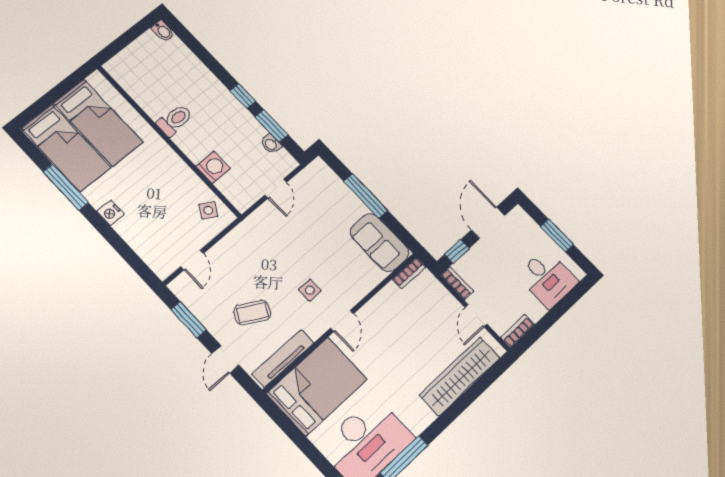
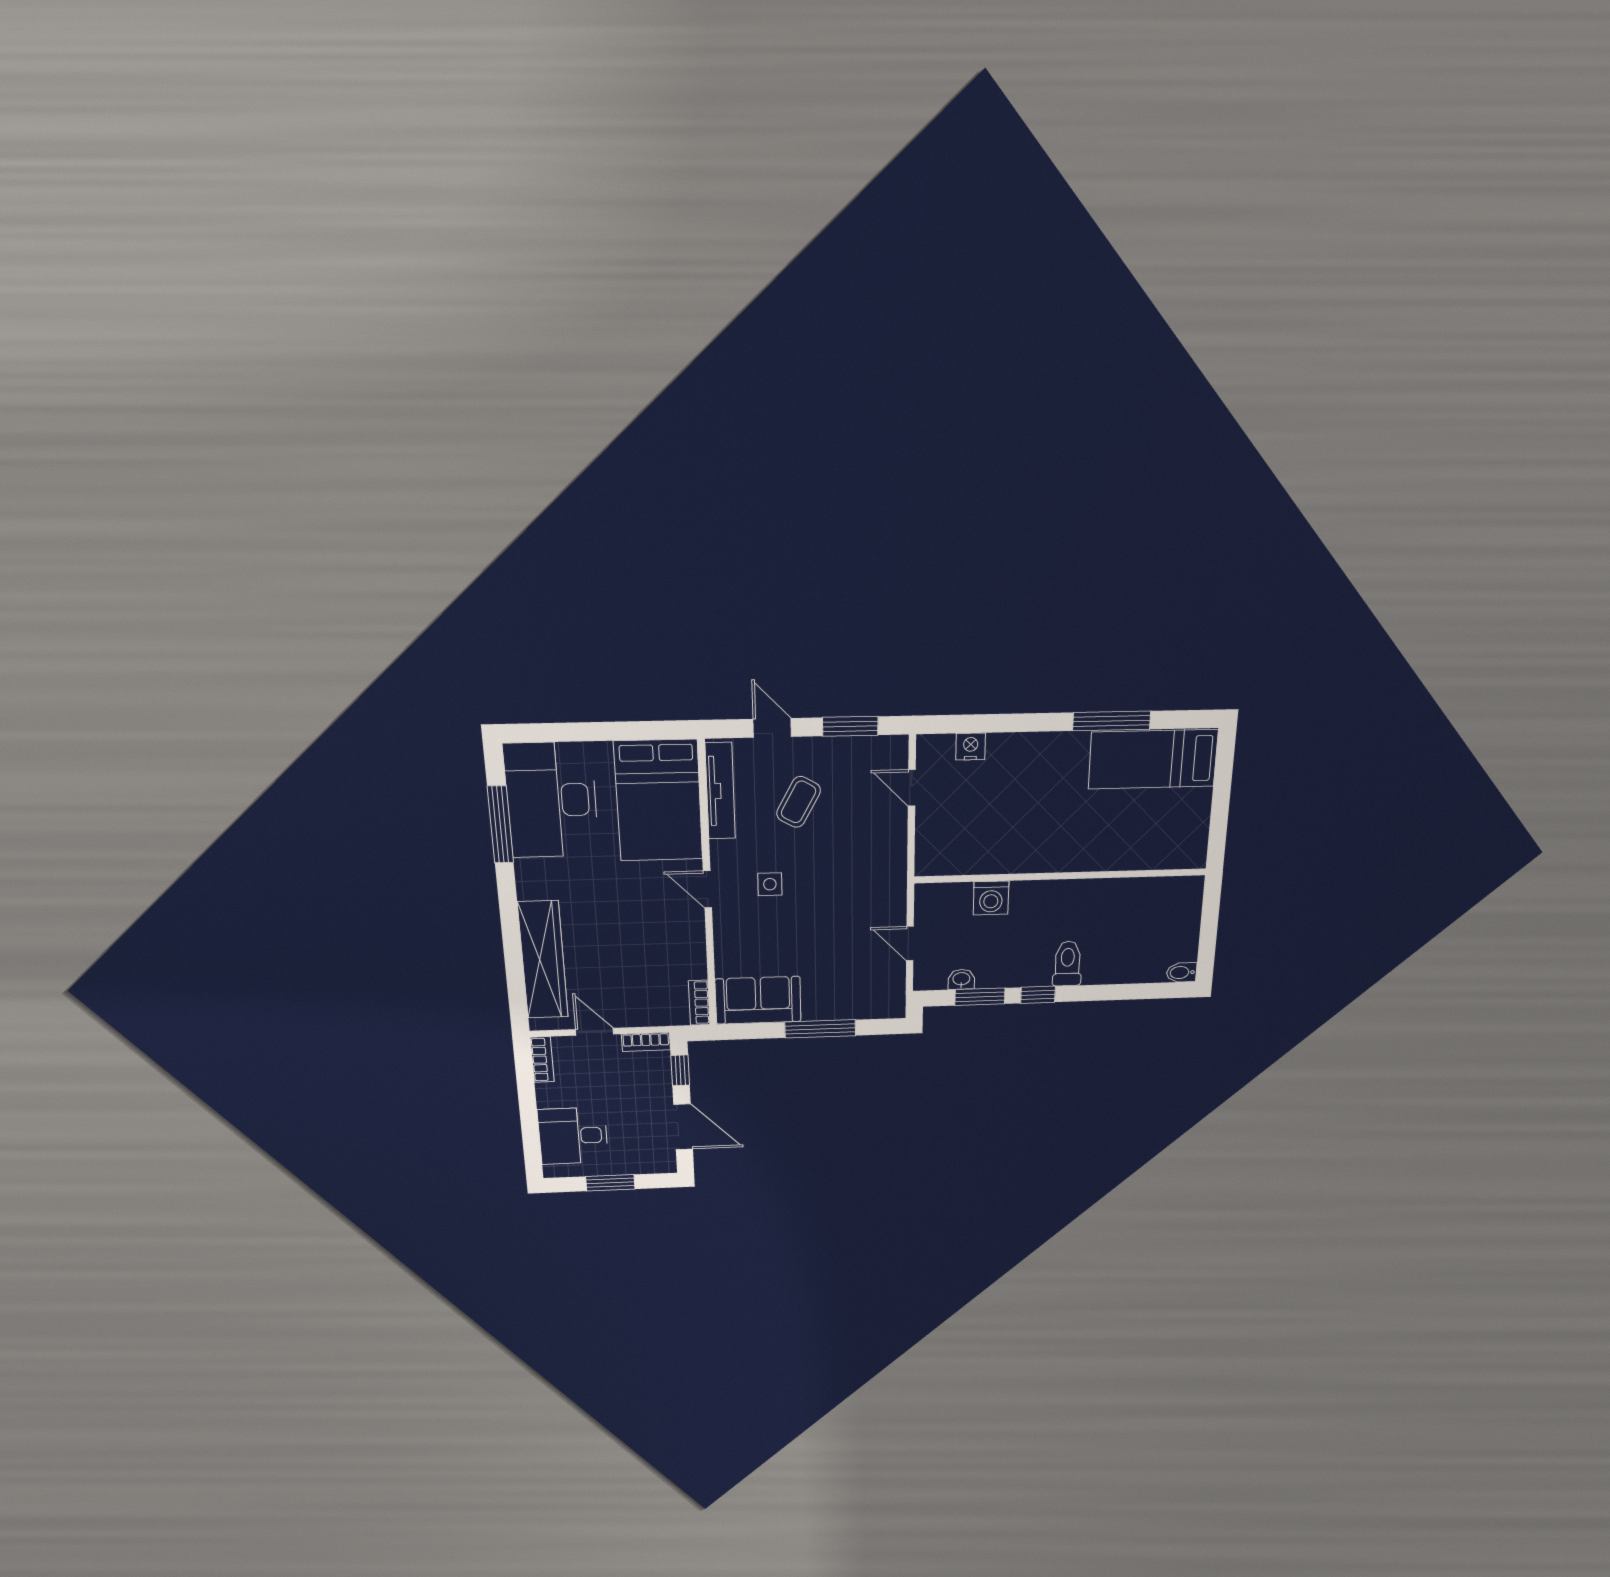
toilet: (175, 120) -> (1067, 964), moved, turned 180
bed: (98, 123) -> (1148, 818), removed
side table: (208, 210) -> (950, 852), removed
nightstand: (111, 213) -> (971, 747), moved

